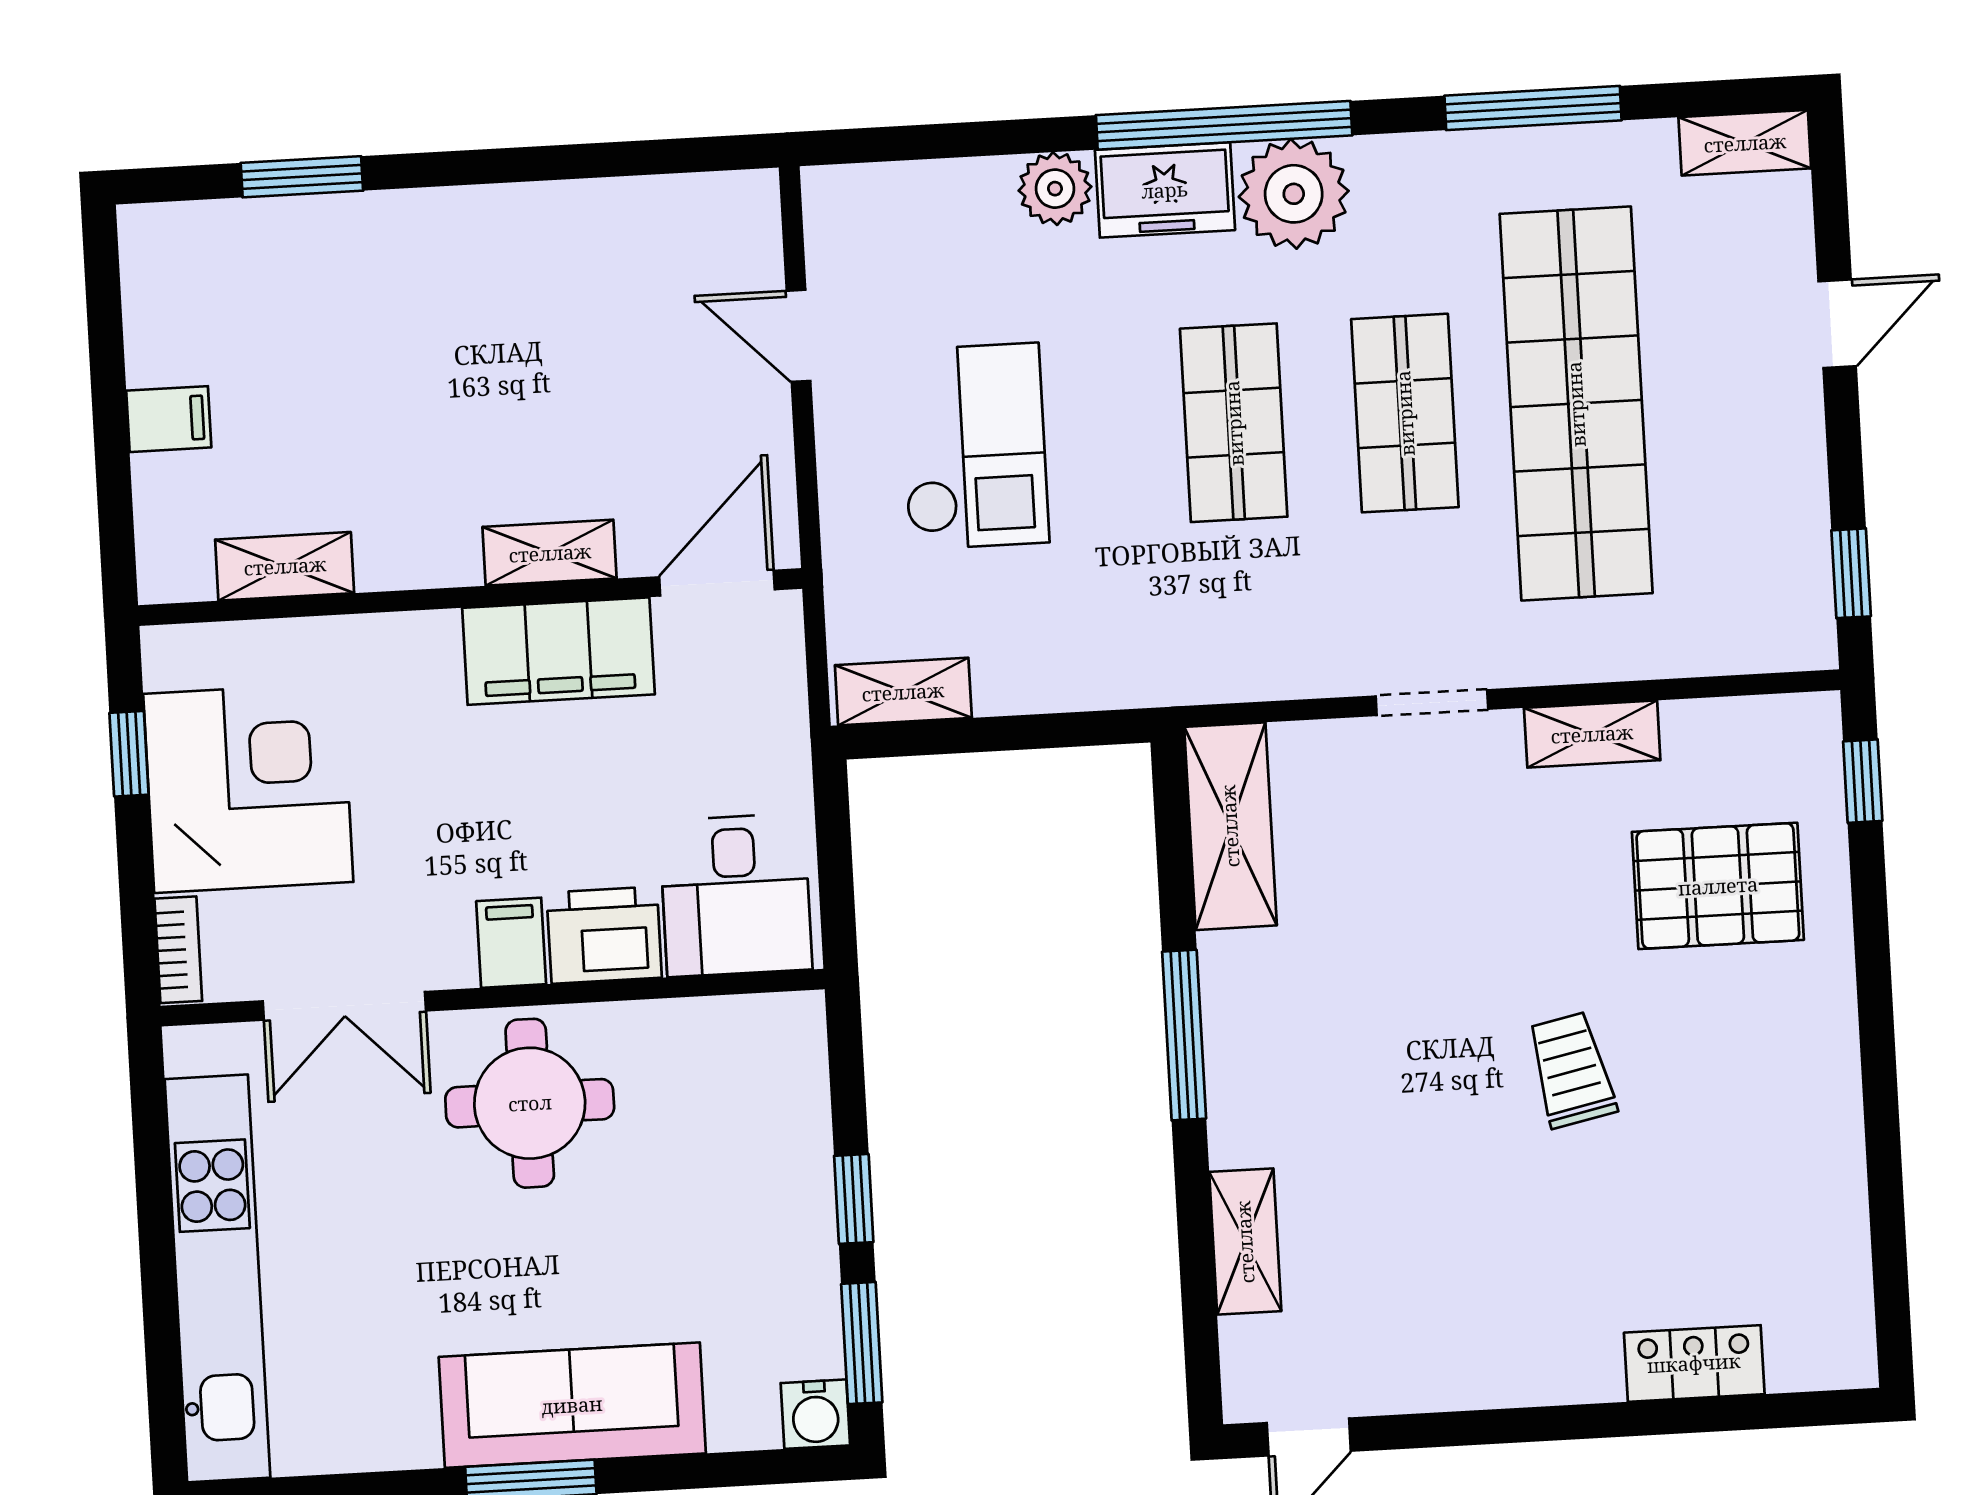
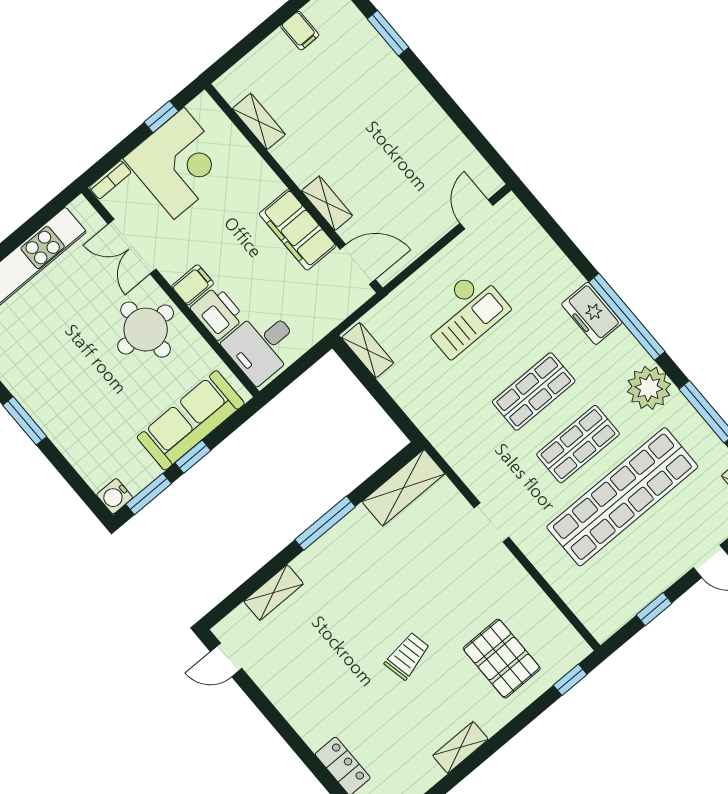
plant: (1055, 189) -> (566, 278), removed
plant: (1294, 194) -> (649, 388), moved
door: (799, 336) -> (476, 214), moved
filing cabinet: (169, 419) -> (300, 31), moved
window: (1851, 573) -> (654, 609), moved
shelving: (1592, 734) -> (460, 747), moved, turned 90
sofa: (572, 1405) -> (191, 420), moved, turned -90

